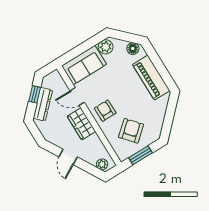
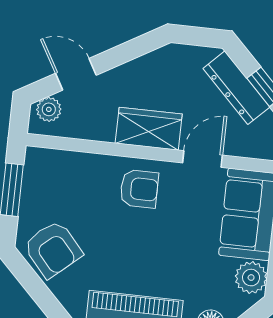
armchair: (131, 131) -> (53, 249), moved
door: (68, 157) -> (76, 74), moved

